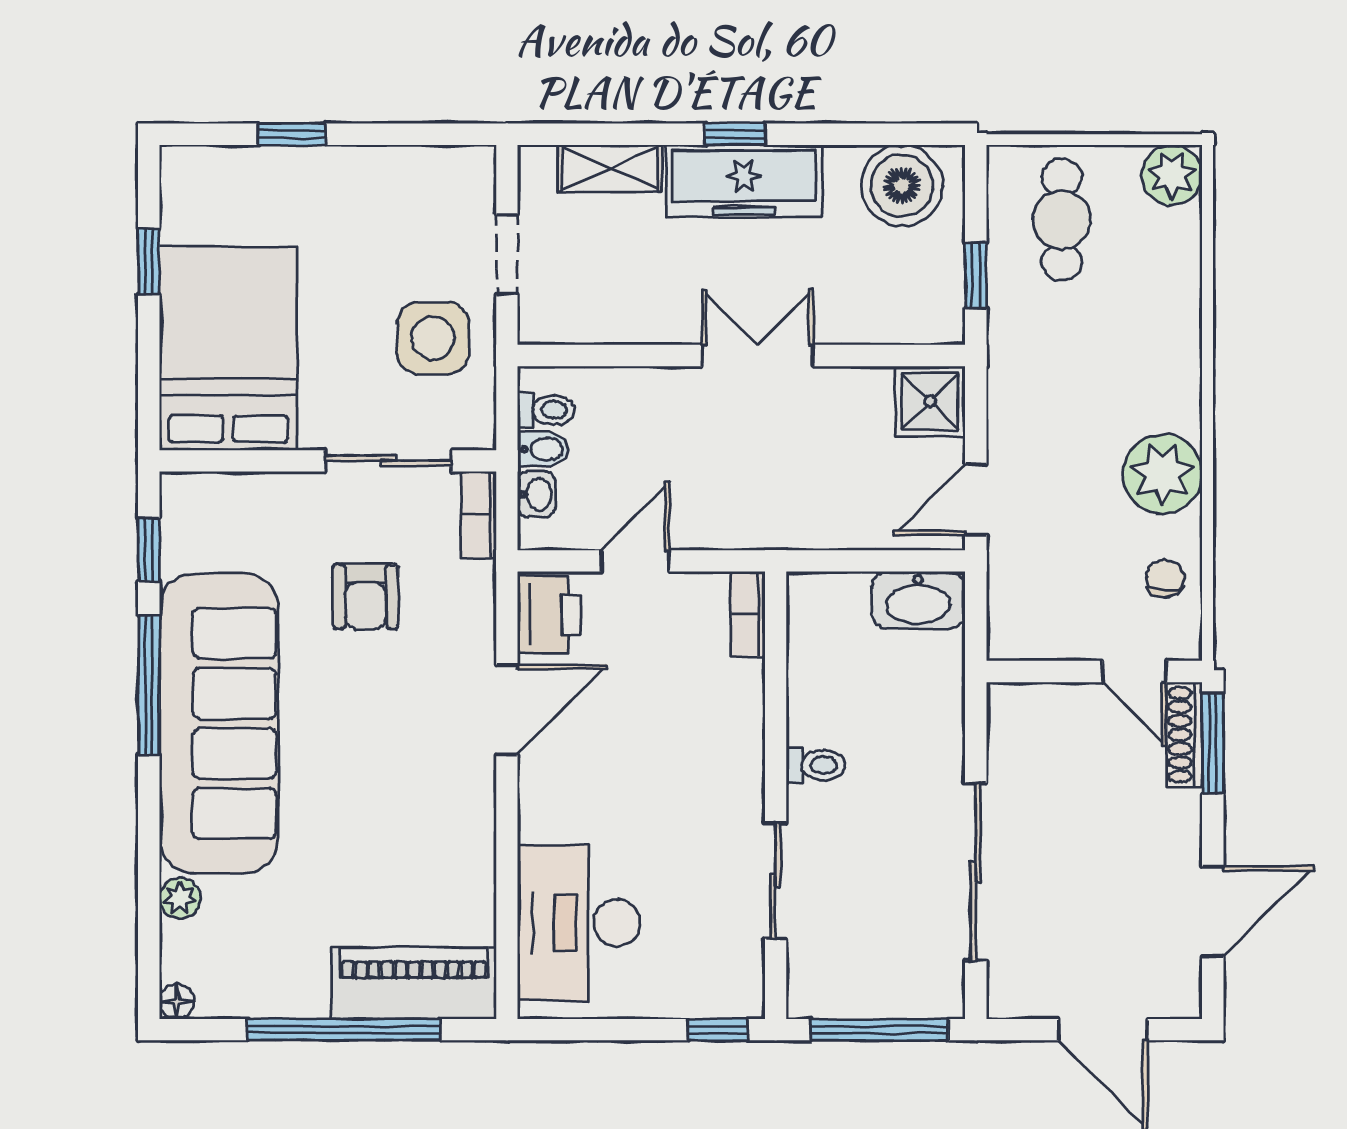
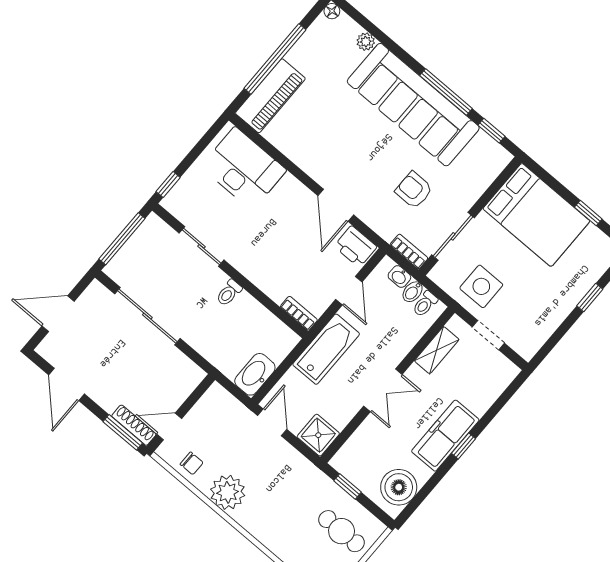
shelving: (610, 168) -> (437, 350), moved
bathtub: (770, 514) -> (326, 349), added

